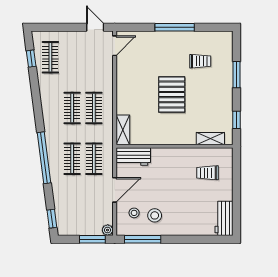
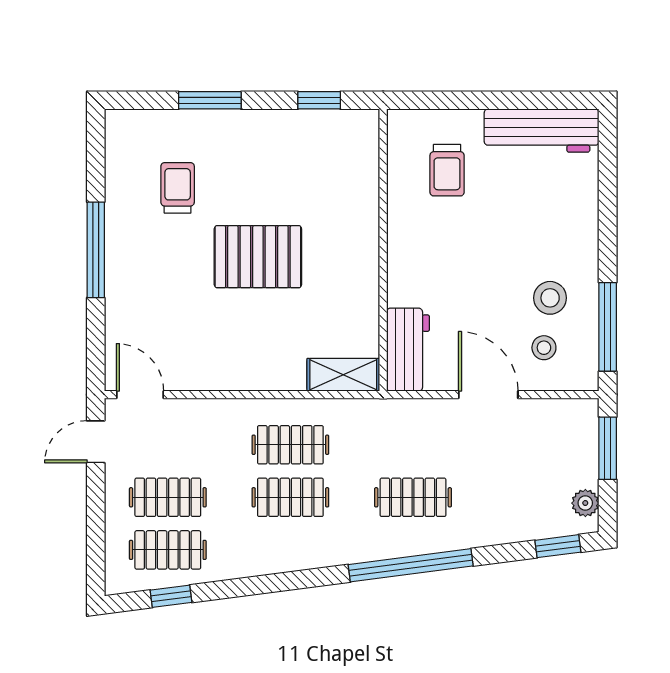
shelving: (210, 139) -> (364, 163), removed
clothes rail: (94, 159) -> (168, 497), moved
workbench: (224, 218) -> (542, 131), width x1.37
plant: (108, 230) -> (585, 503), moved

